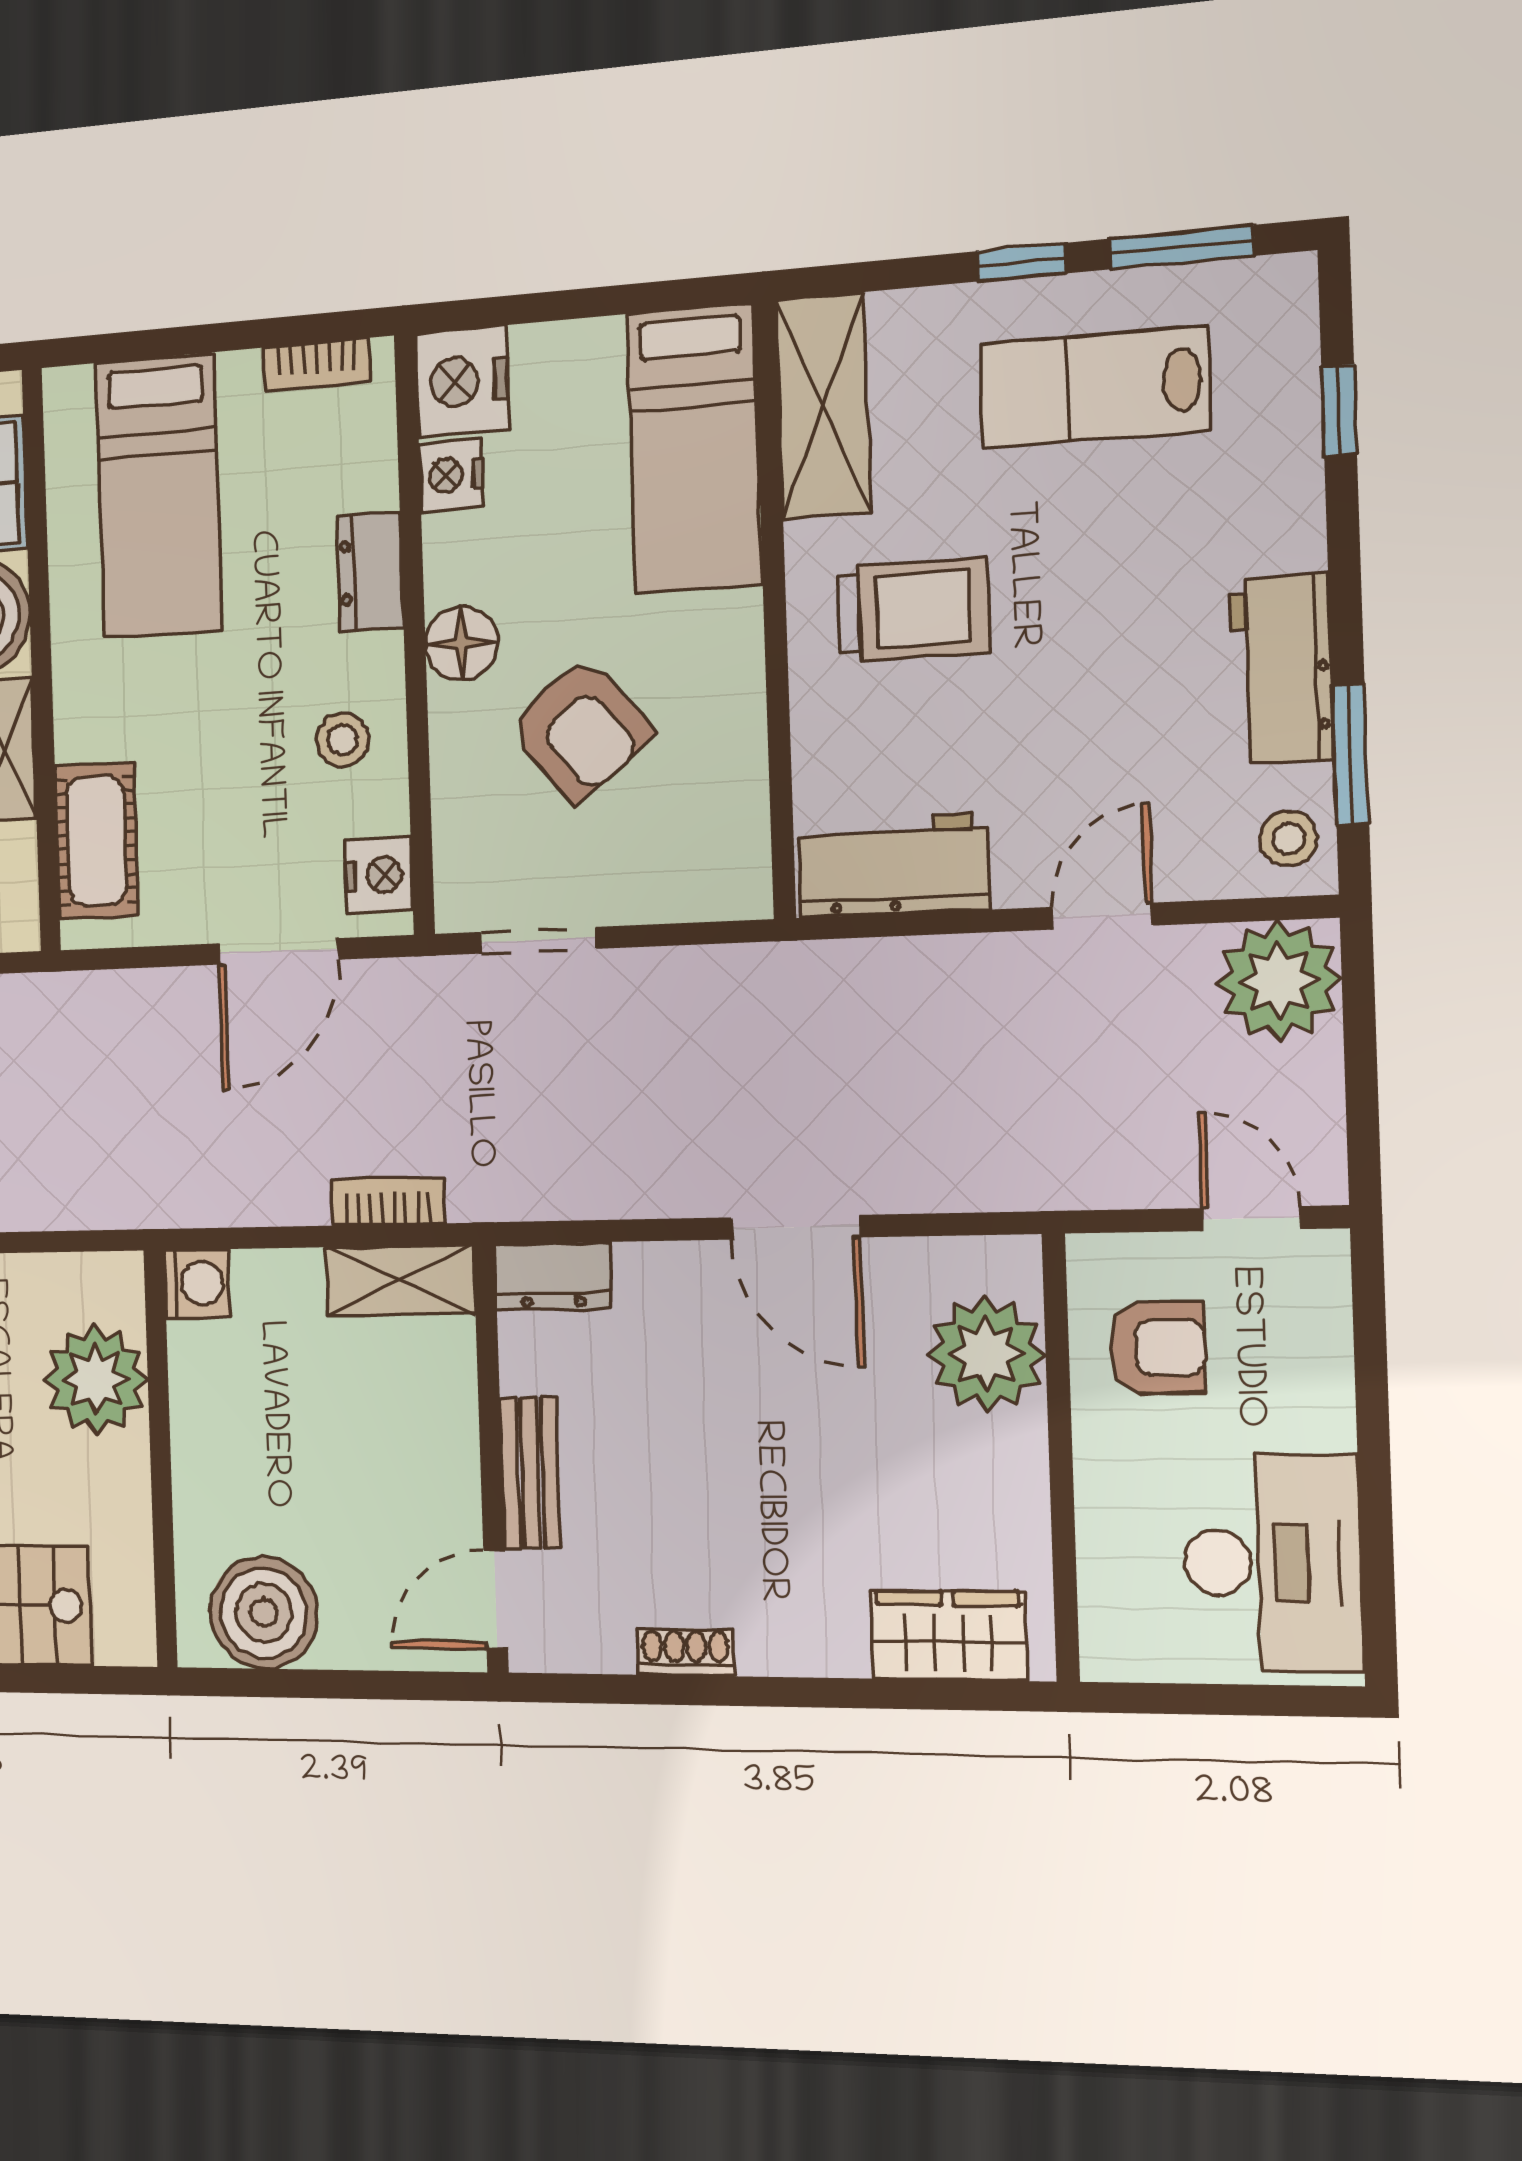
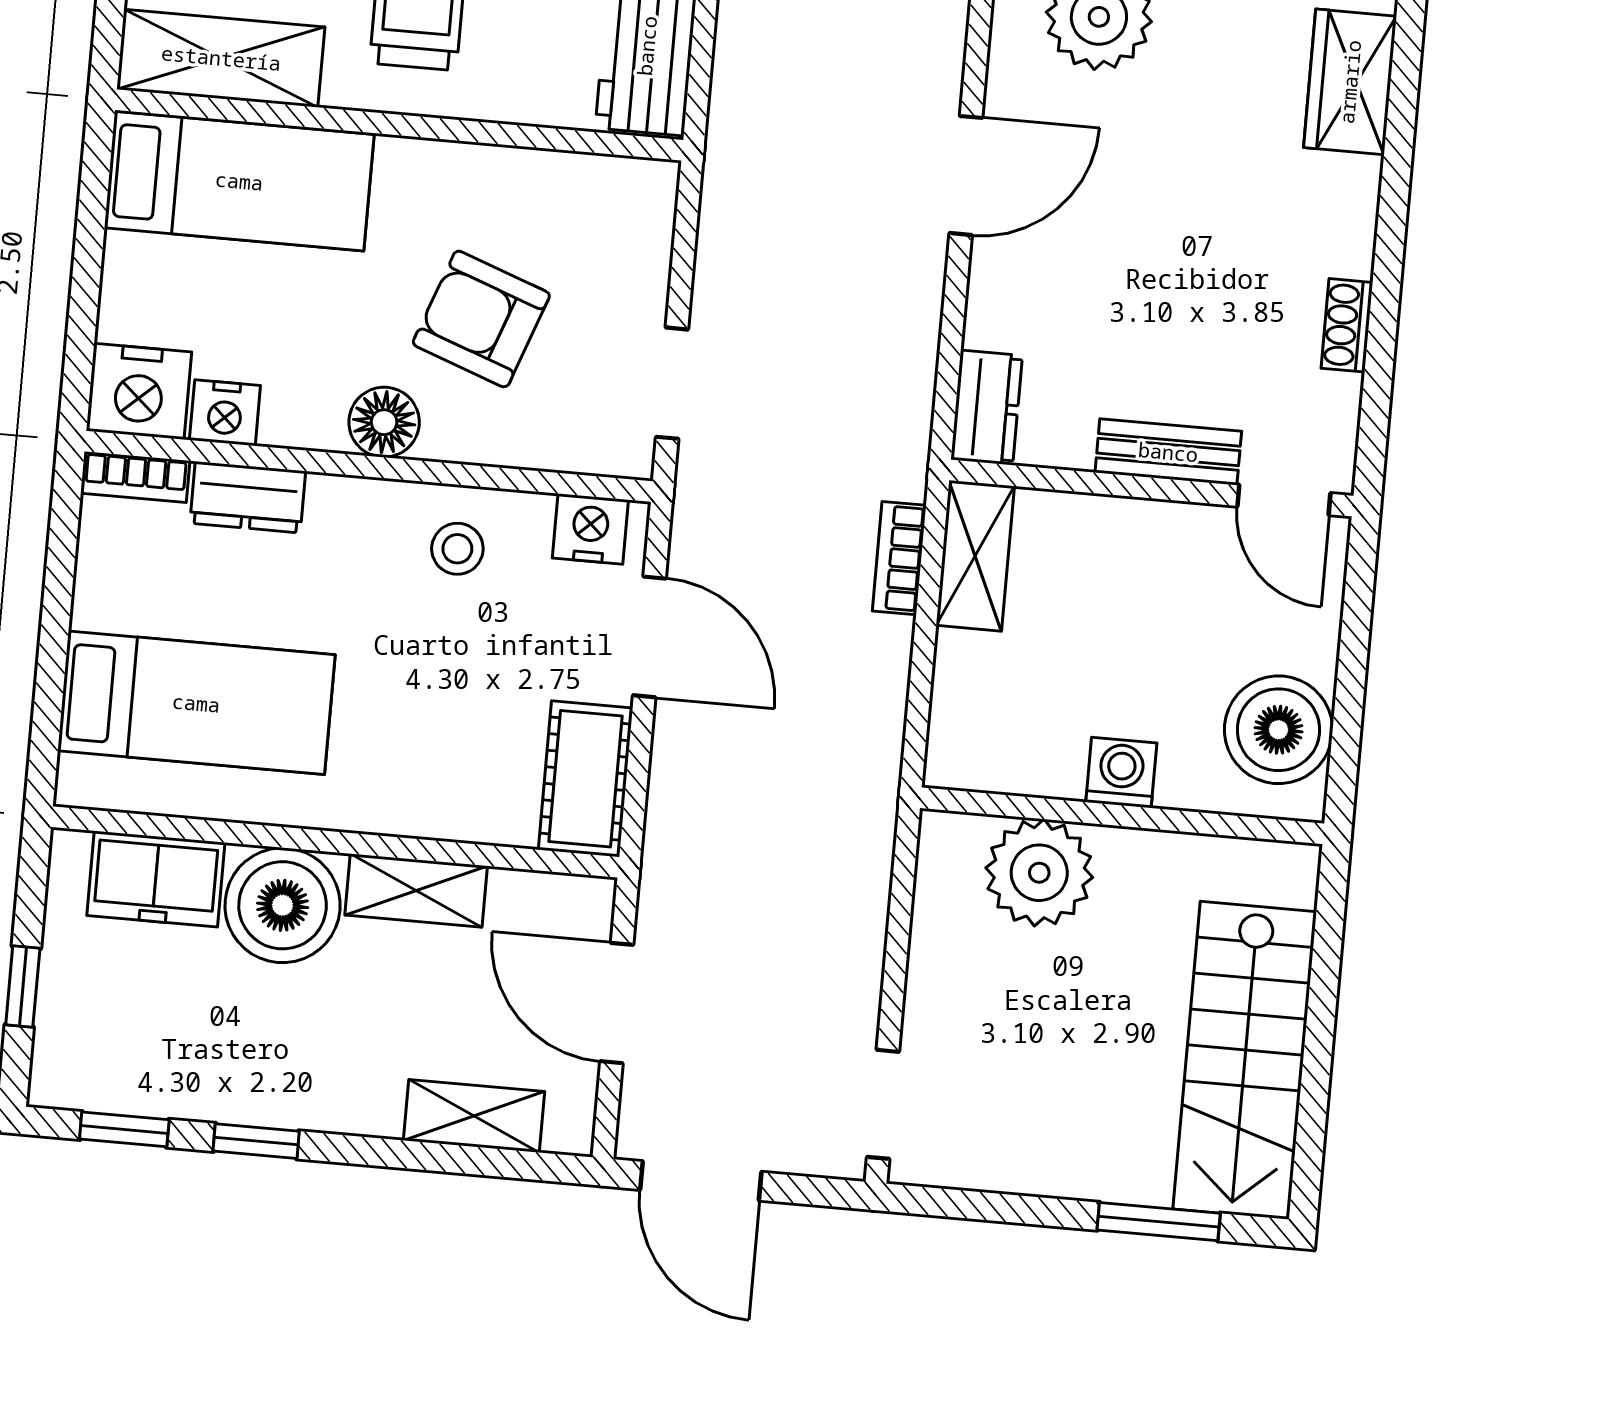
bookcase: (317, 365) -> (136, 477), moved, turned 90
dresser: (370, 572) -> (248, 497), moved
armchair: (580, 729) -> (481, 319), turned -121
cot: (96, 841) -> (586, 779), moved, turned 90
washing machine: (197, 1283) -> (1121, 773), moved

